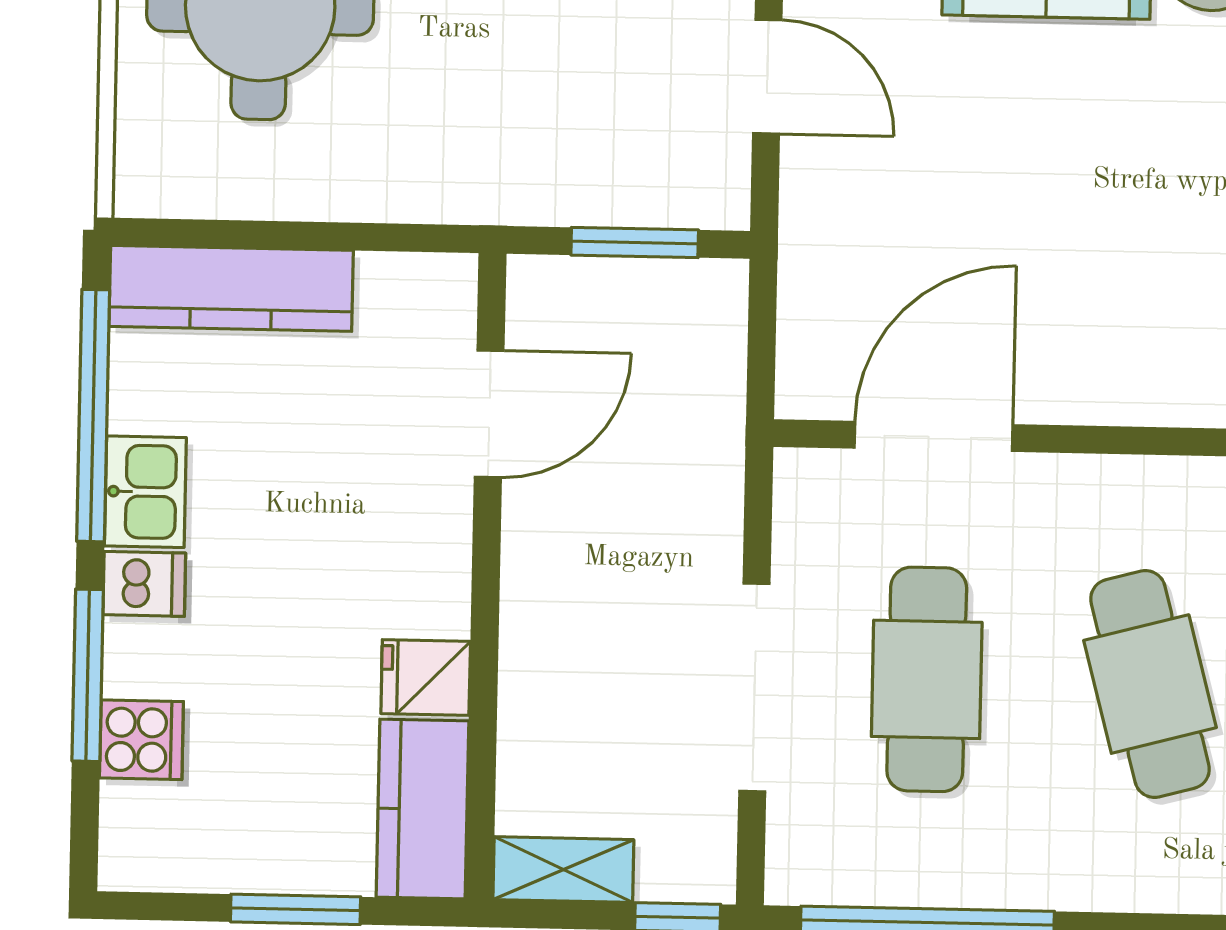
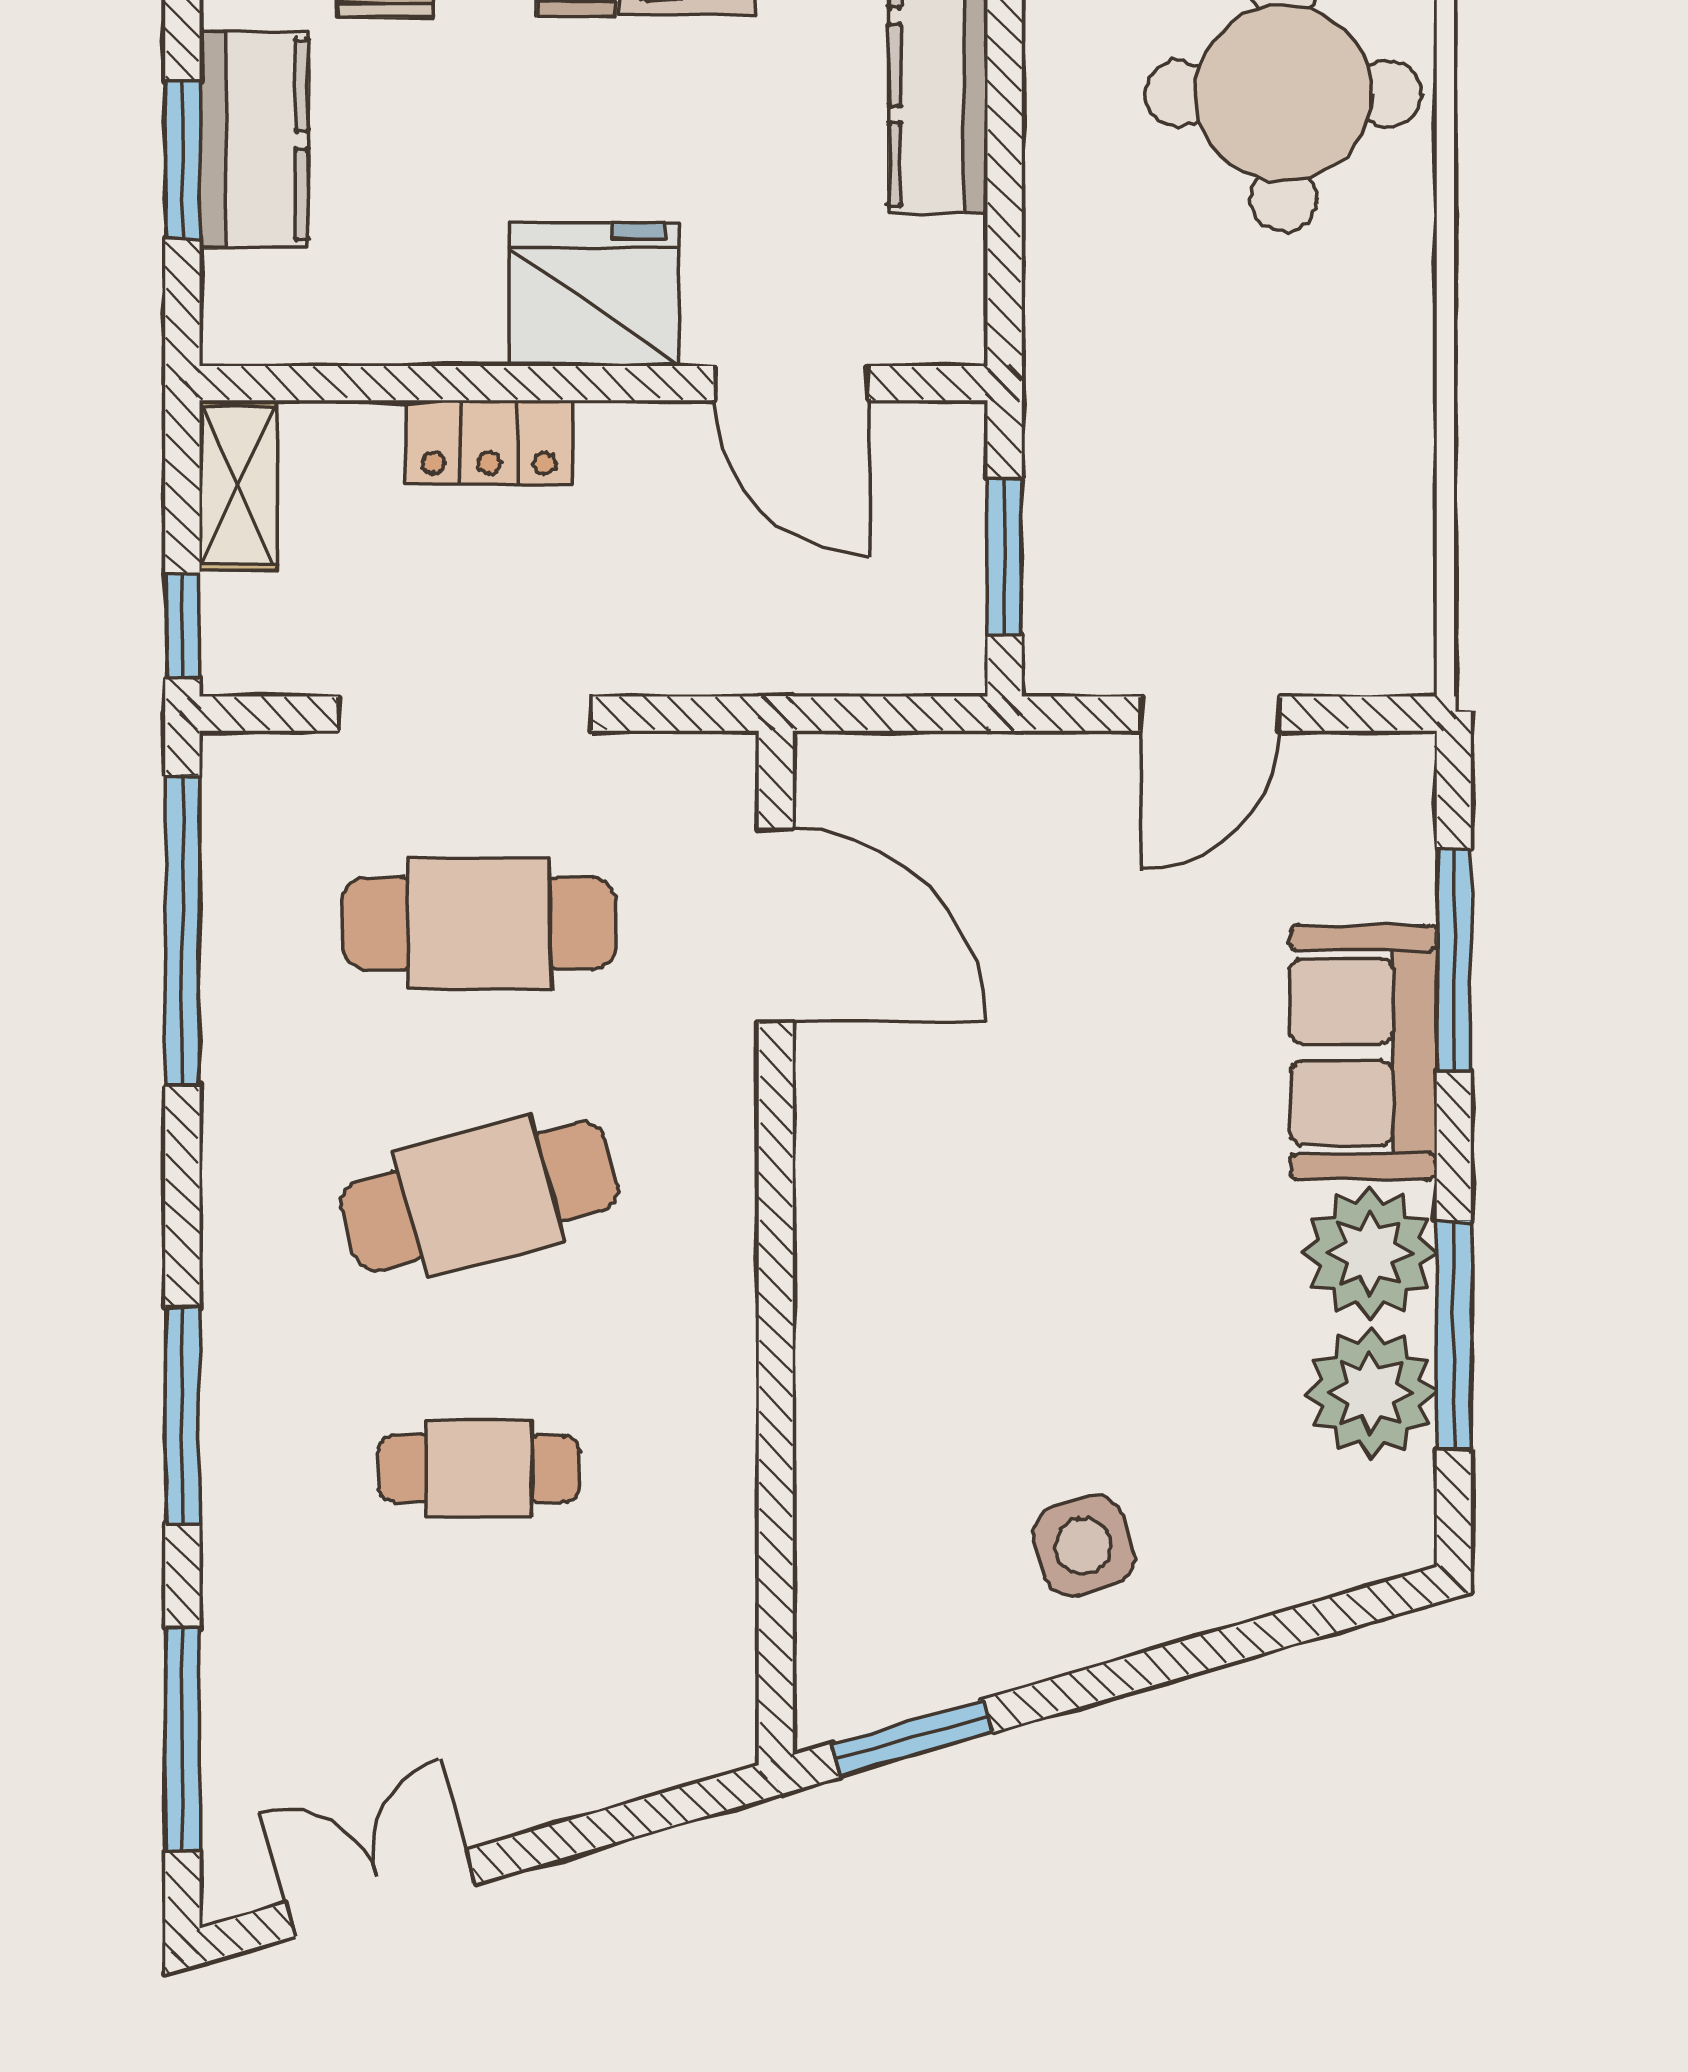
locker: (532, 663) -> (489, 442), added
fridge: (426, 677) -> (594, 294), moved, width x1.88, depth x1.34
kitchen counter: (422, 809) -> (254, 139), moved, turned 90

